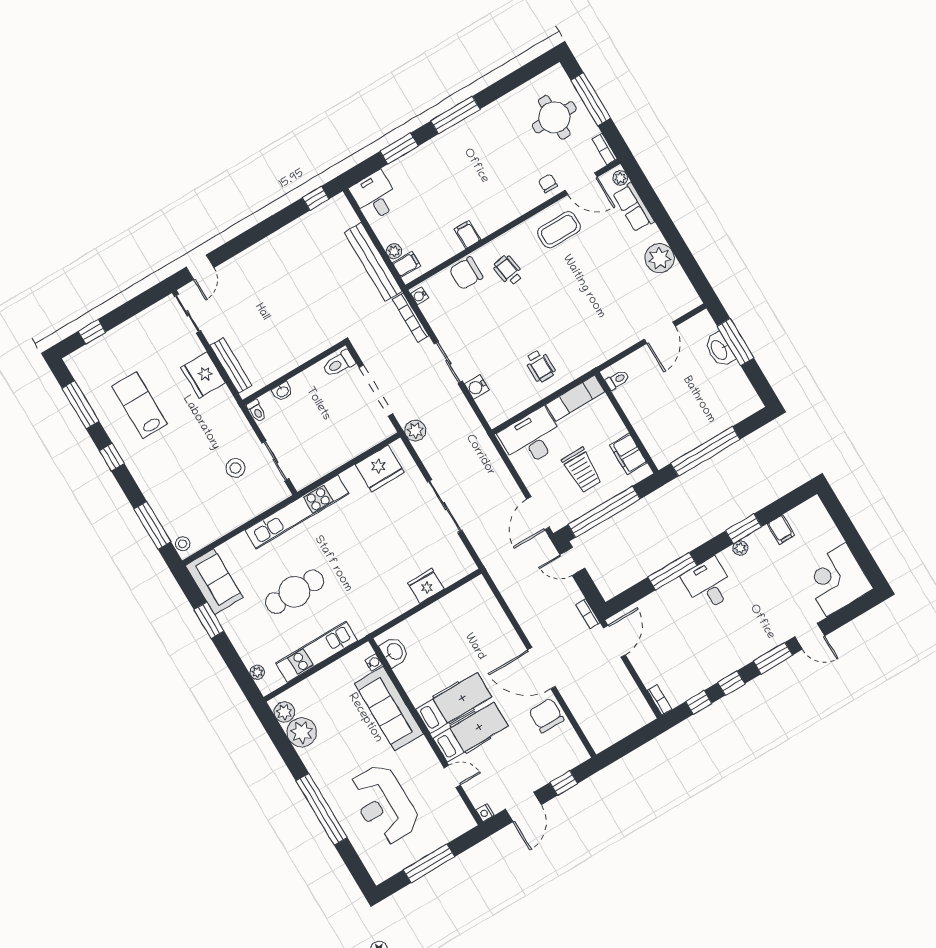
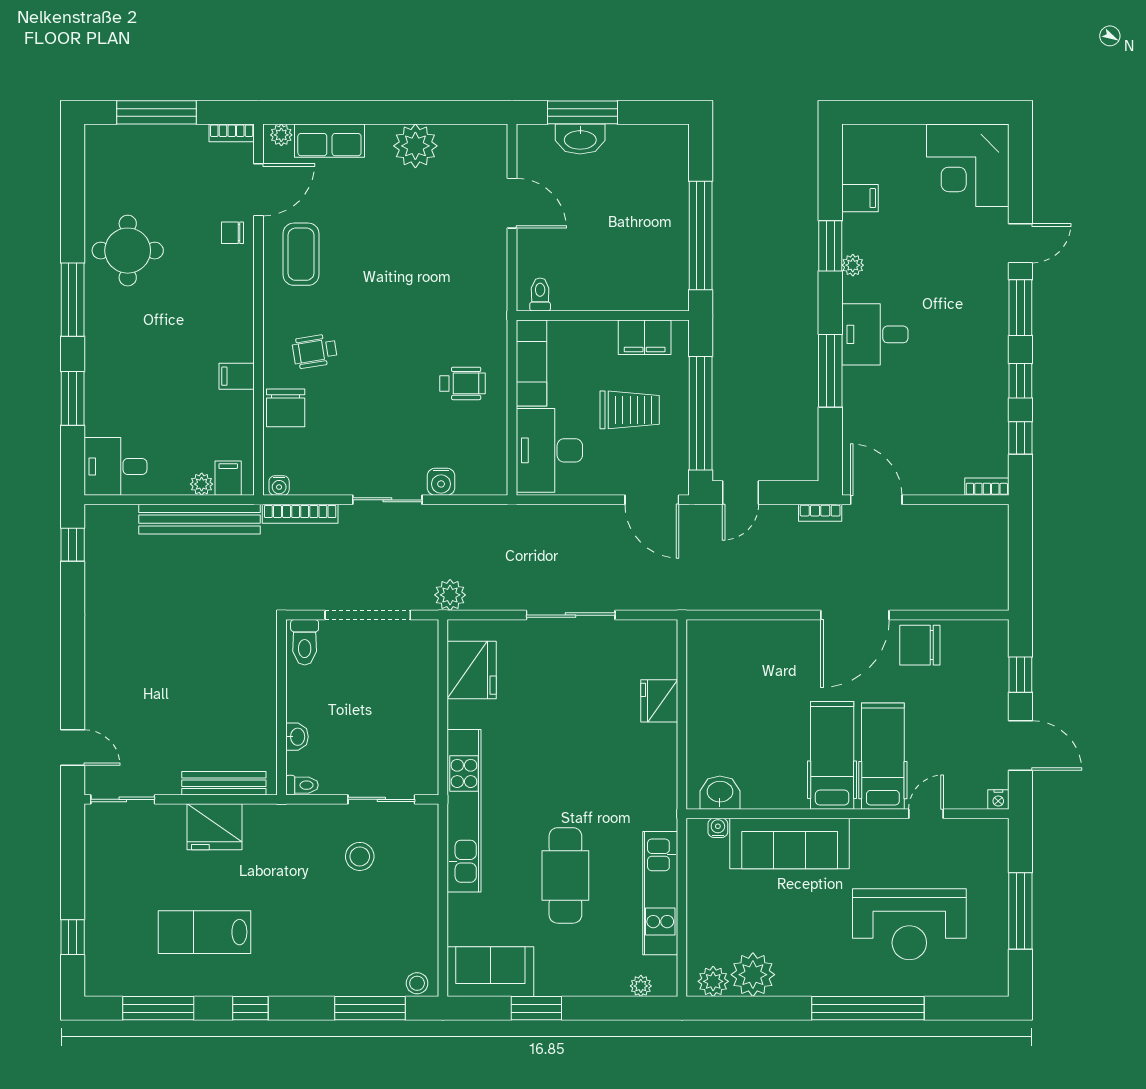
round table: (554, 117) -> (128, 251), moved

